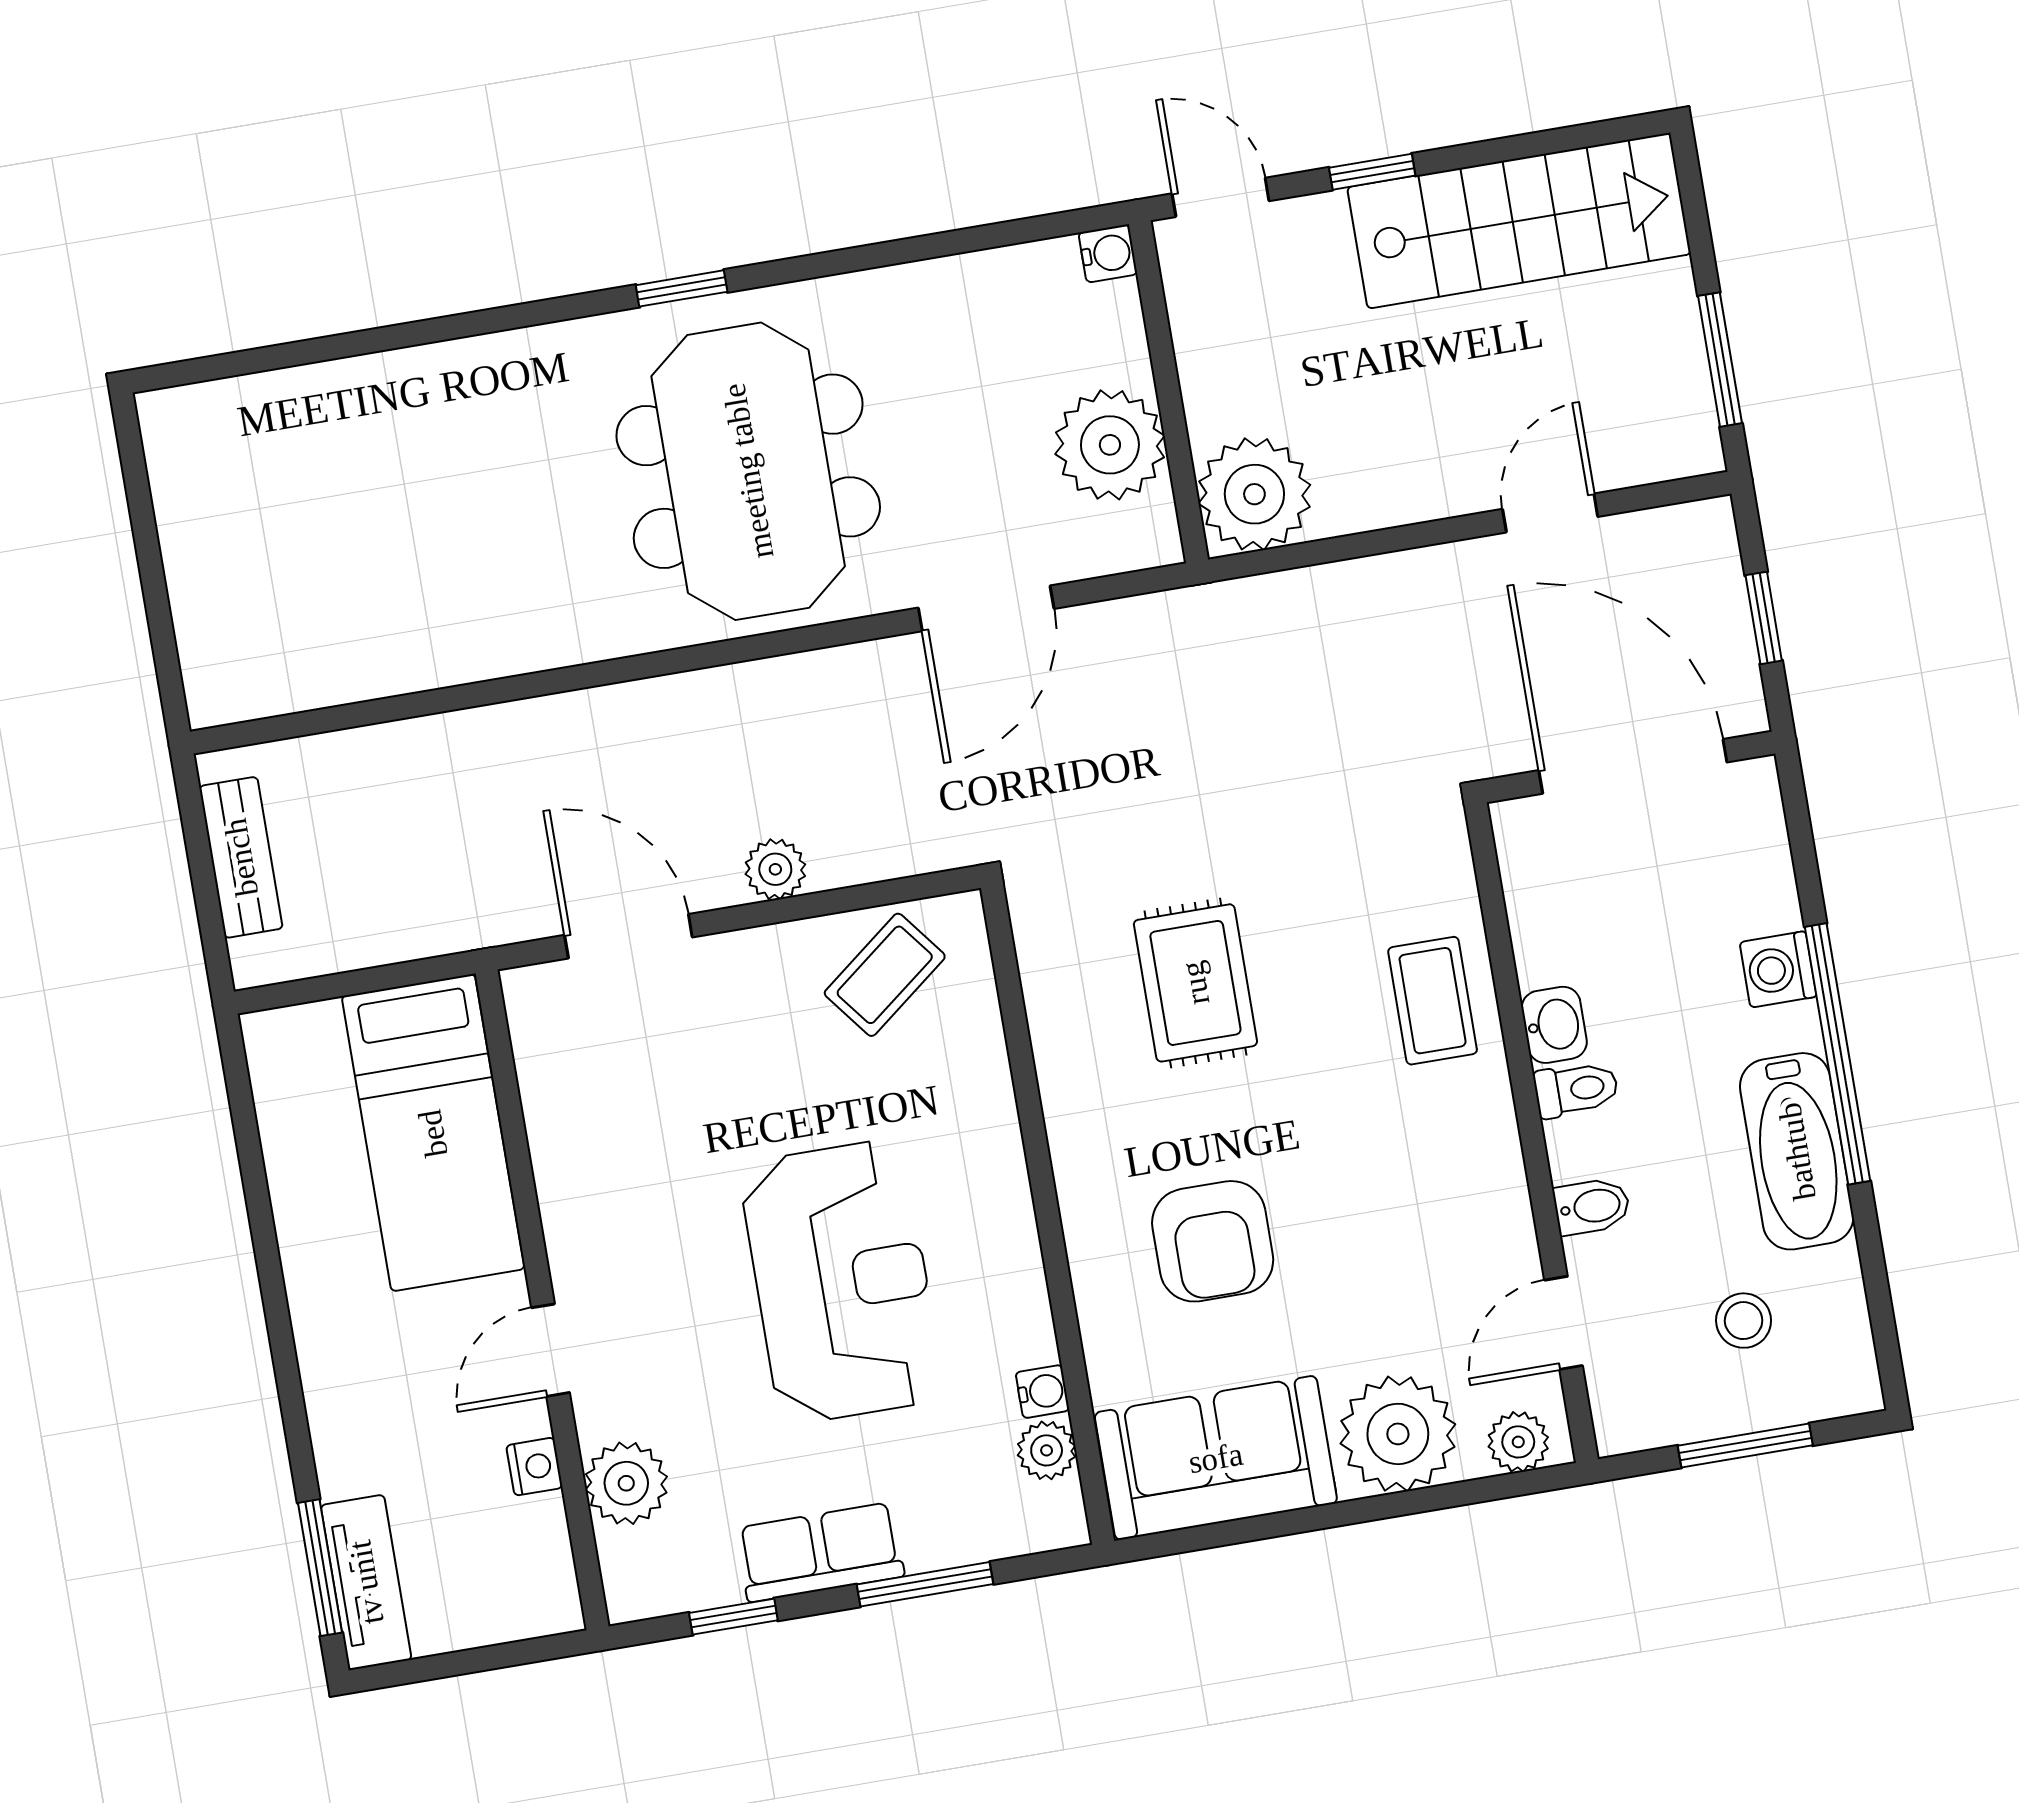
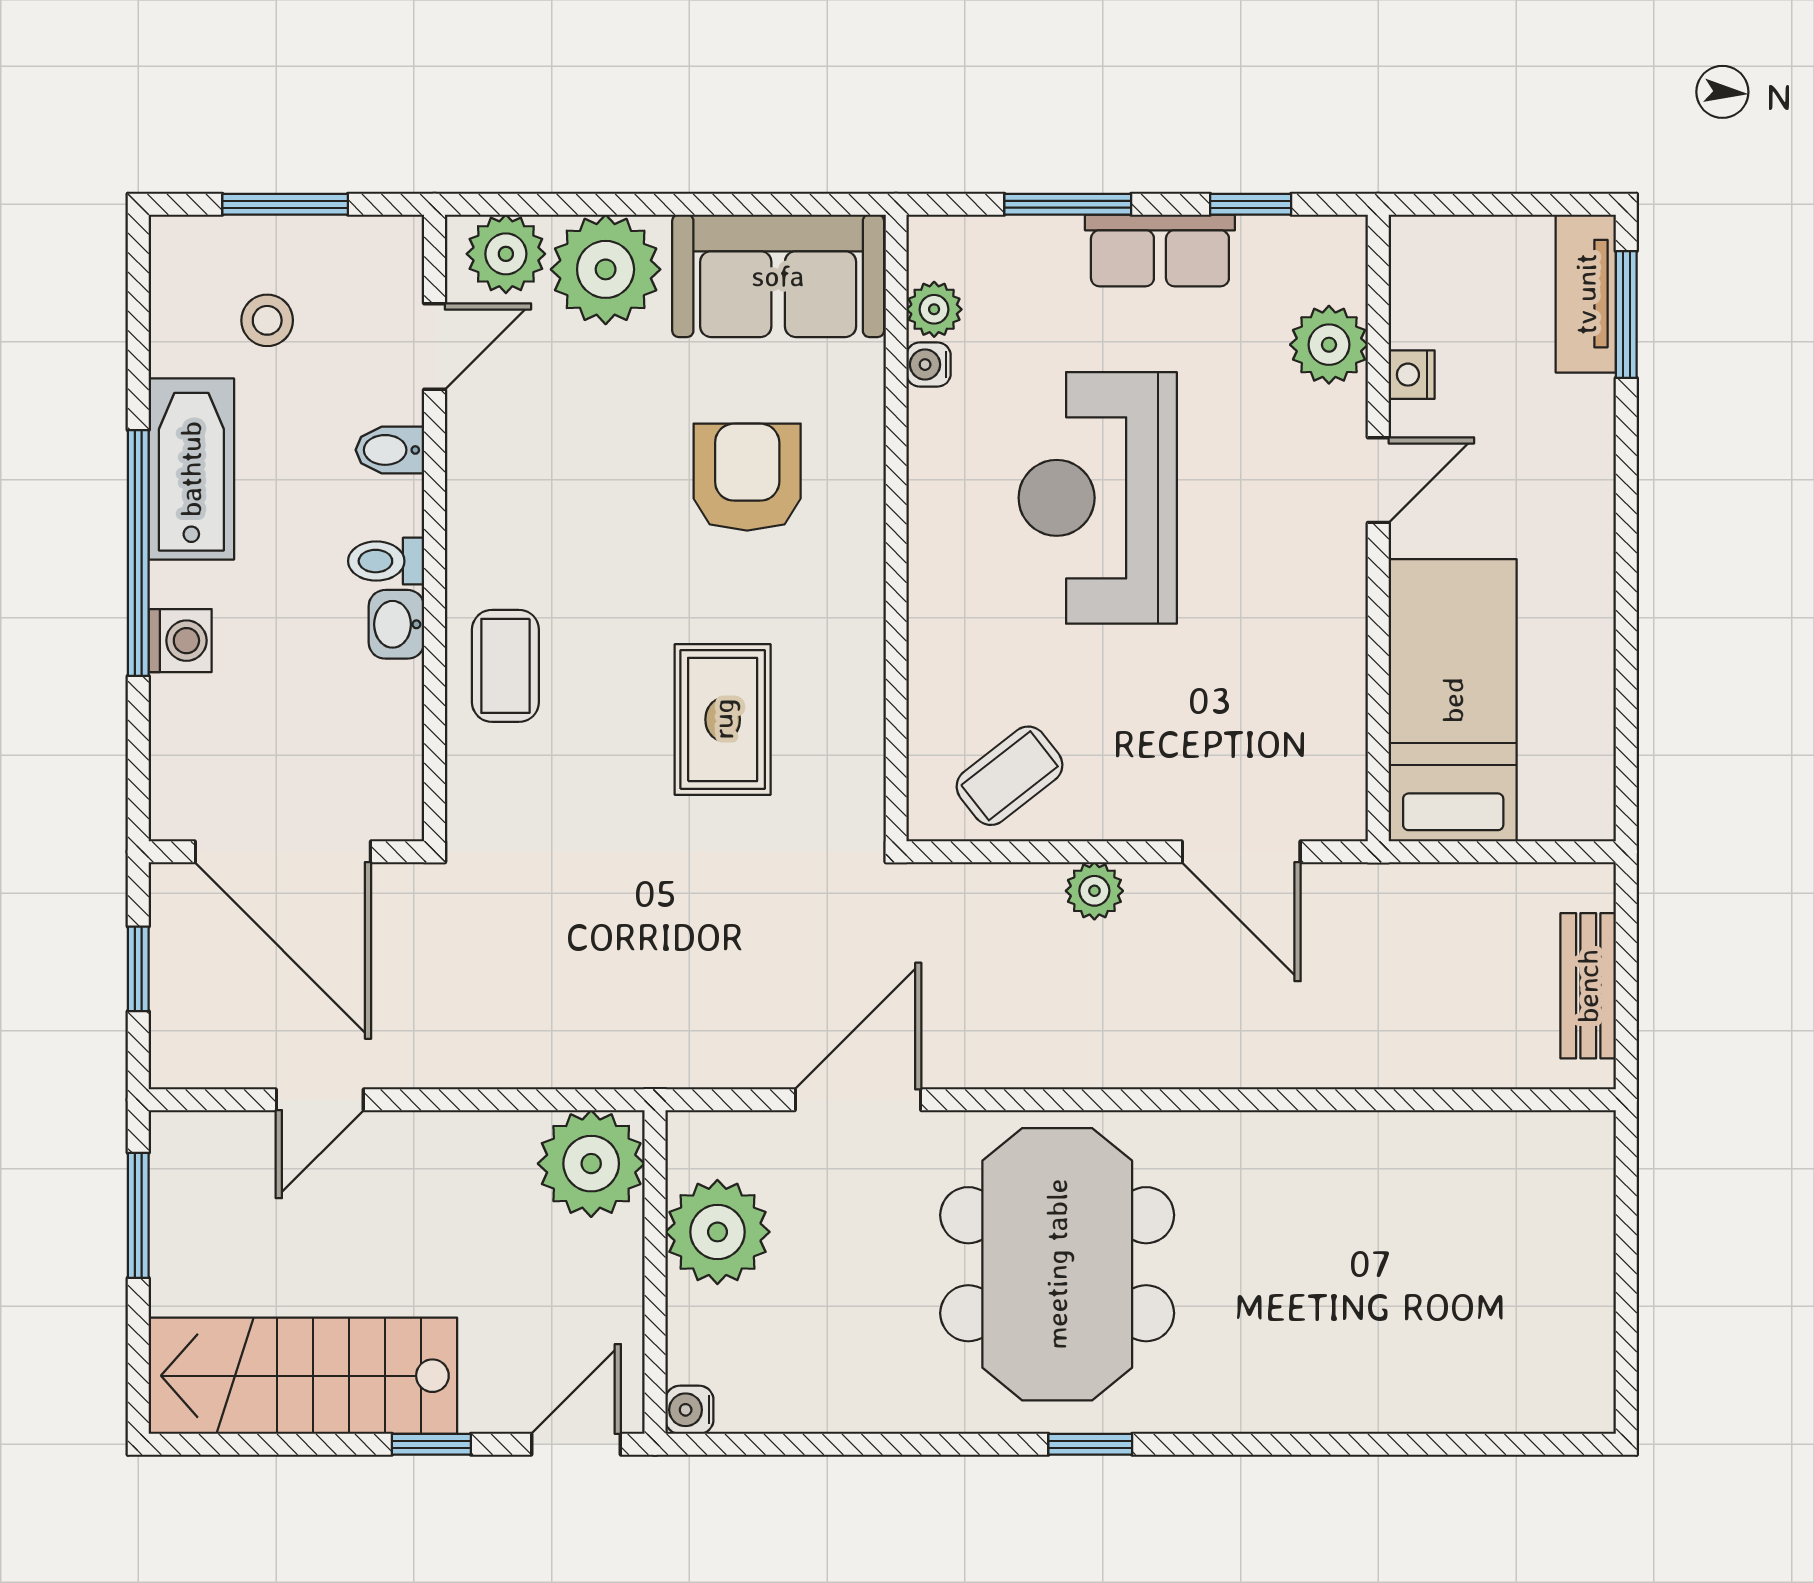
door: (1221, 197) -> (576, 1444), swing flipped
plant: (1518, 1442) -> (506, 254), width x1.38, depth x1.38

